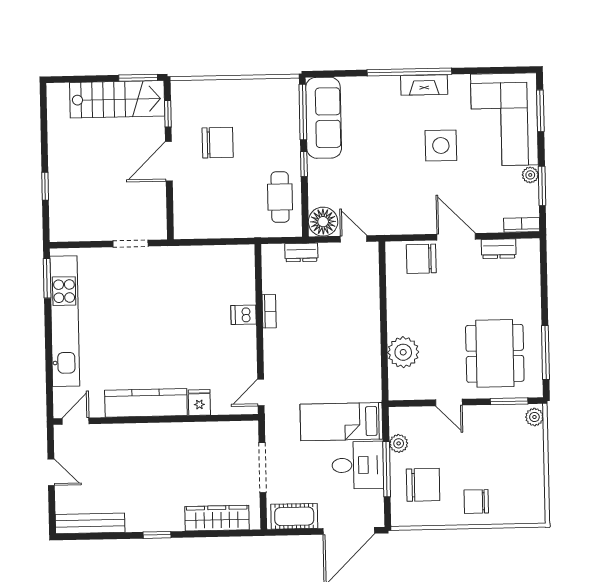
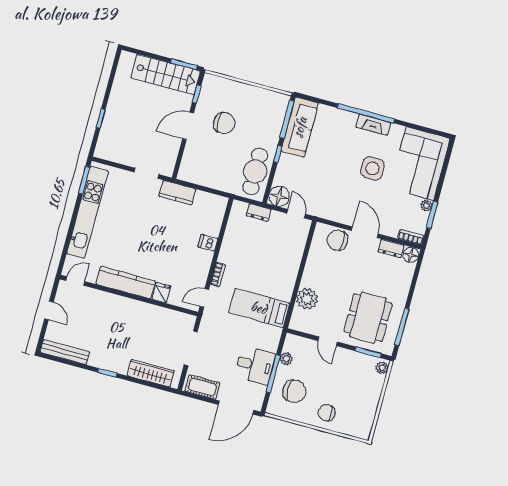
window: (540, 111) -> (446, 165), removed
cafe table: (280, 197) -> (255, 171), width x1.37, depth x1.35
floor lamp: (529, 250) -> (411, 255), added
kitchen counter: (181, 258) -> (177, 193), added
bookcase: (269, 311) -> (218, 274), moved
bed: (341, 422) -> (259, 308), moved

